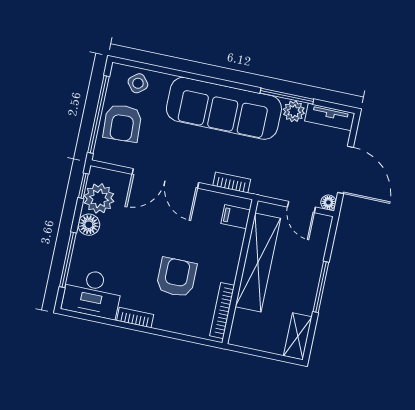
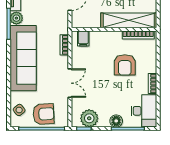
double door: (165, 178) -> (70, 83), width x0.73
floor lamp: (89, 225) -> (116, 121), moved
shelving: (258, 262) -> (129, 20), moved
armchair: (176, 277) -> (125, 65), turned -90

